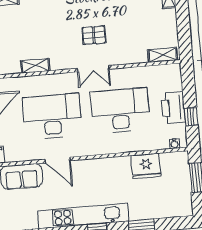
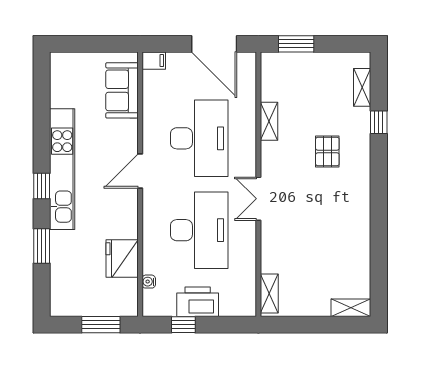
pallet: (94, 35) -> (327, 151), moved
water cooler: (174, 144) -> (149, 282), moved
door: (58, 160) -> (140, 171), moved

